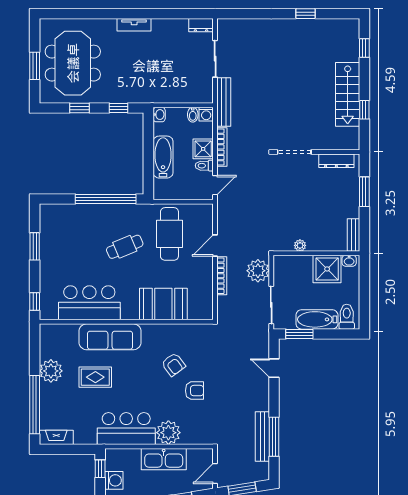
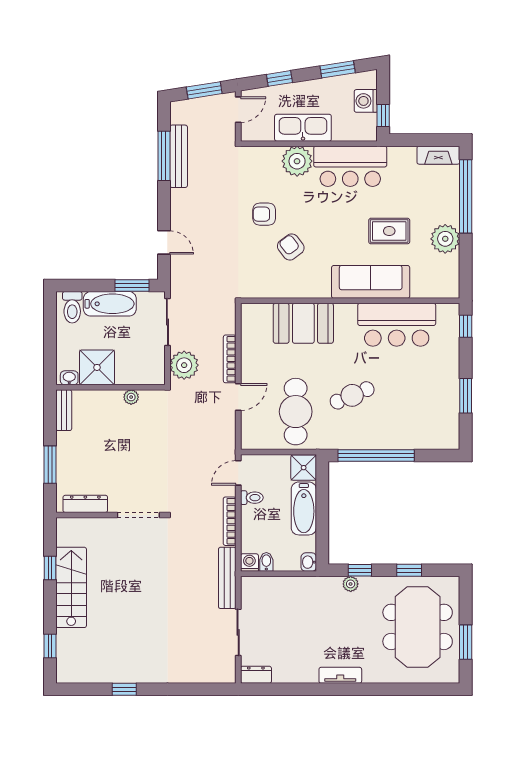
window: (35, 66) -> (466, 642), moved
plant: (126, 97) -> (351, 584), added
shower: (203, 149) -> (304, 468), moved

